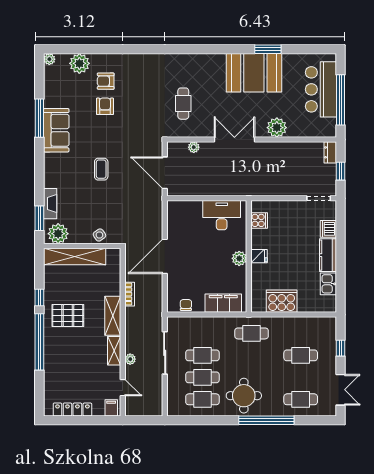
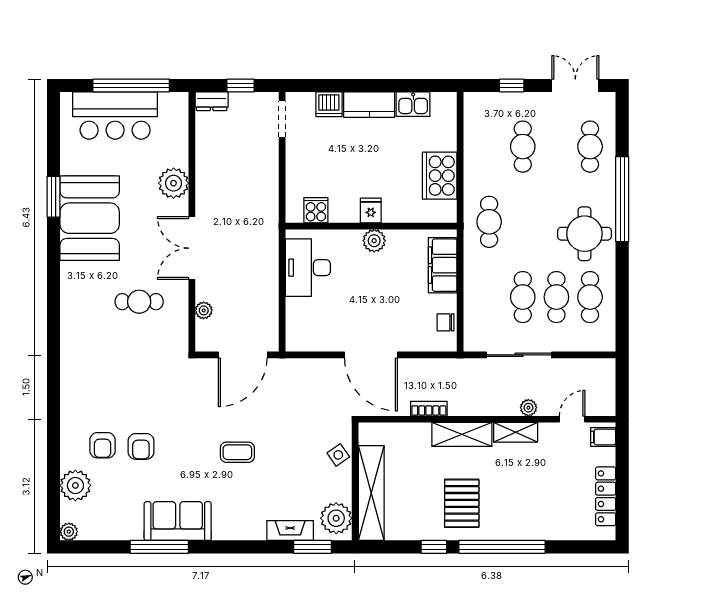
cafe table: (183, 104) -> (139, 302), moved
armchair: (105, 106) -> (141, 446), turned -90

